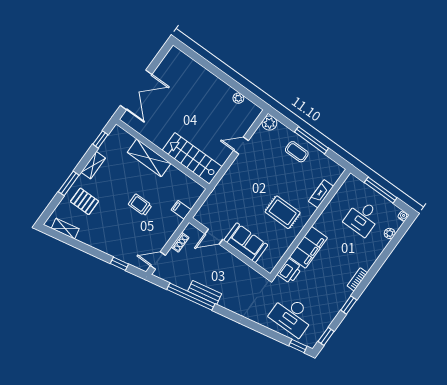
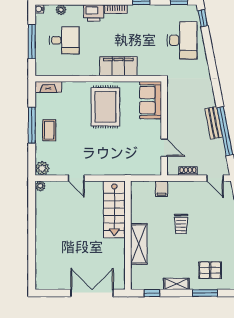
plant: (238, 98) -> (40, 186), moved
fireplace: (321, 194) -> (48, 87), moved
pallet: (85, 201) -> (210, 270), turned 90
rug: (283, 212) -> (105, 107), width x1.36, depth x1.43
sofa: (246, 243) -> (151, 100), moved
printer: (290, 271) -> (94, 13), moved, turned 180

